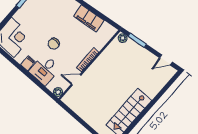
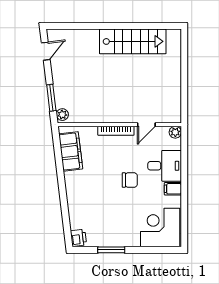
filing cabinet: (89, 18) -> (71, 151), moved
door: (166, 60) -> (46, 51), hinge flipped
door: (76, 80) -> (146, 125), hinge flipped

